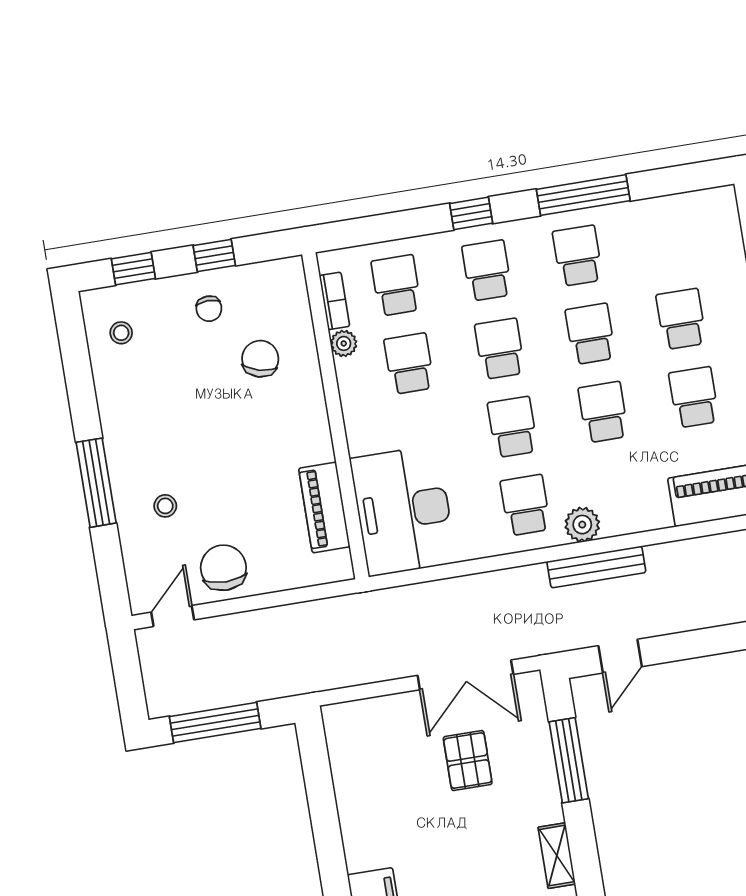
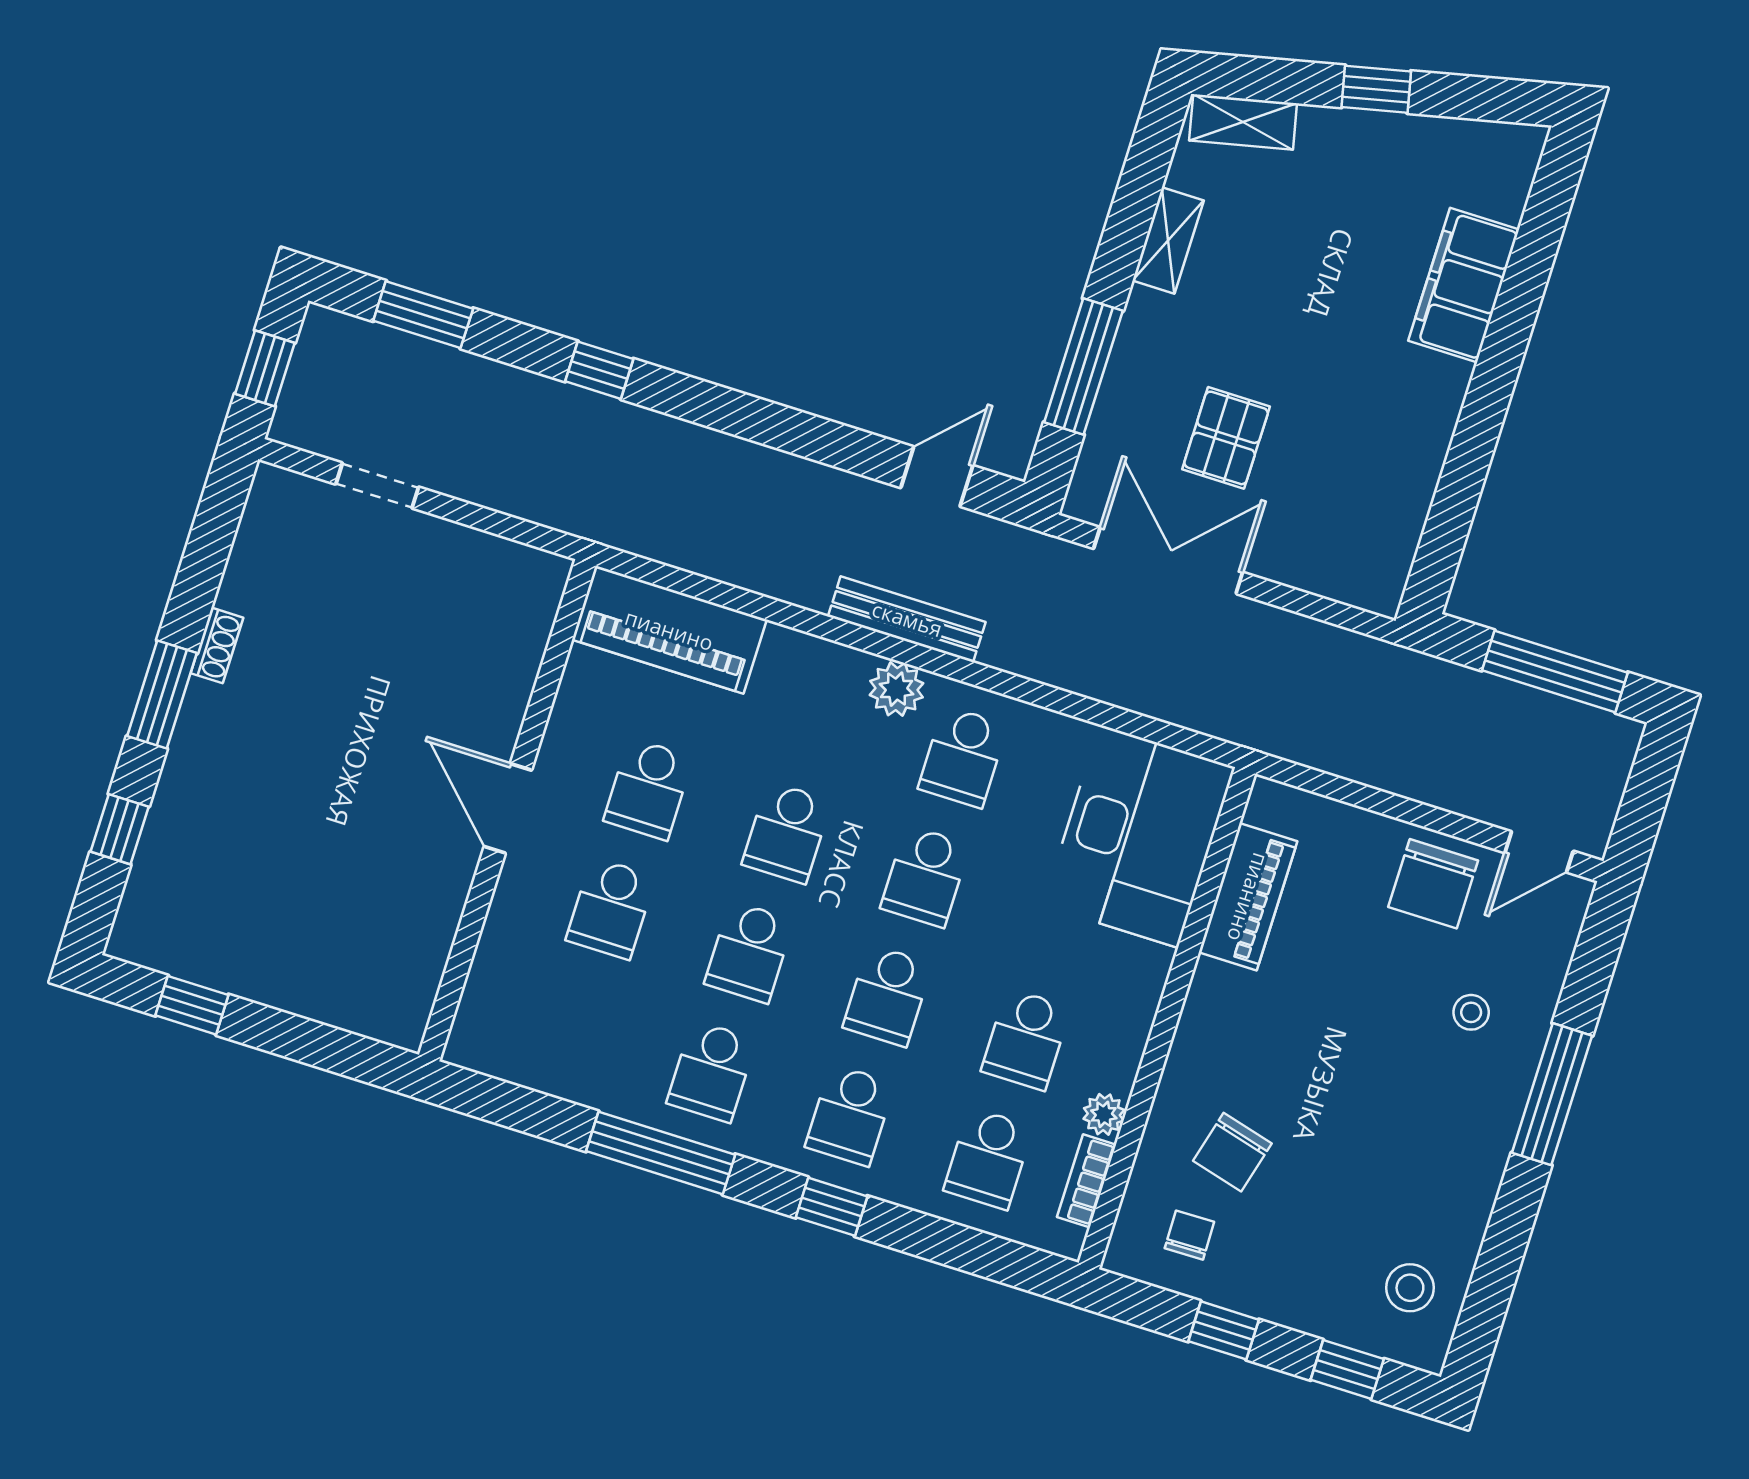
chair: (209, 309) -> (1189, 1235), moved
stool: (121, 333) -> (1410, 1288), width x1.37, depth x1.37

